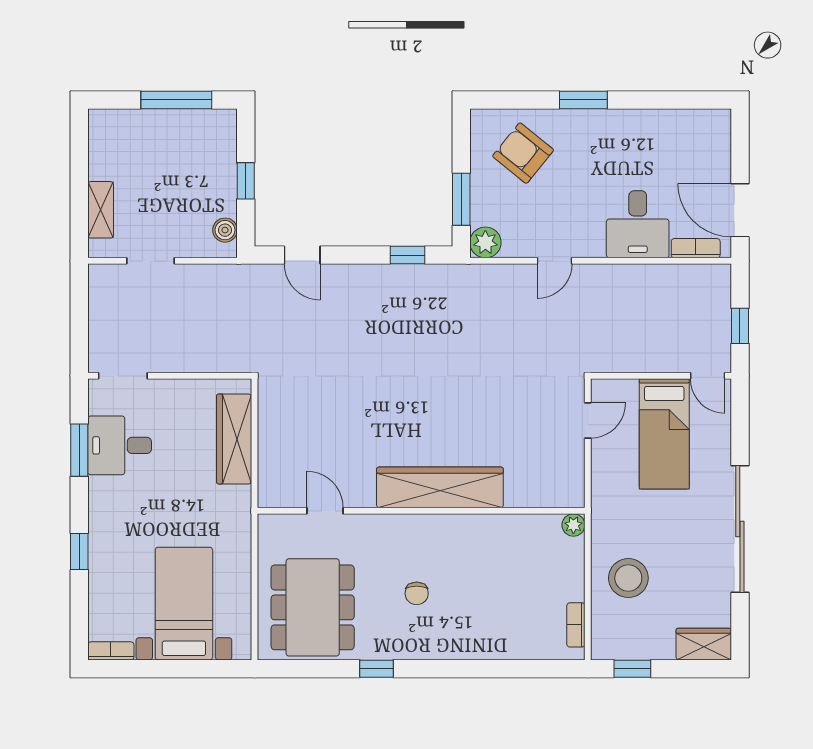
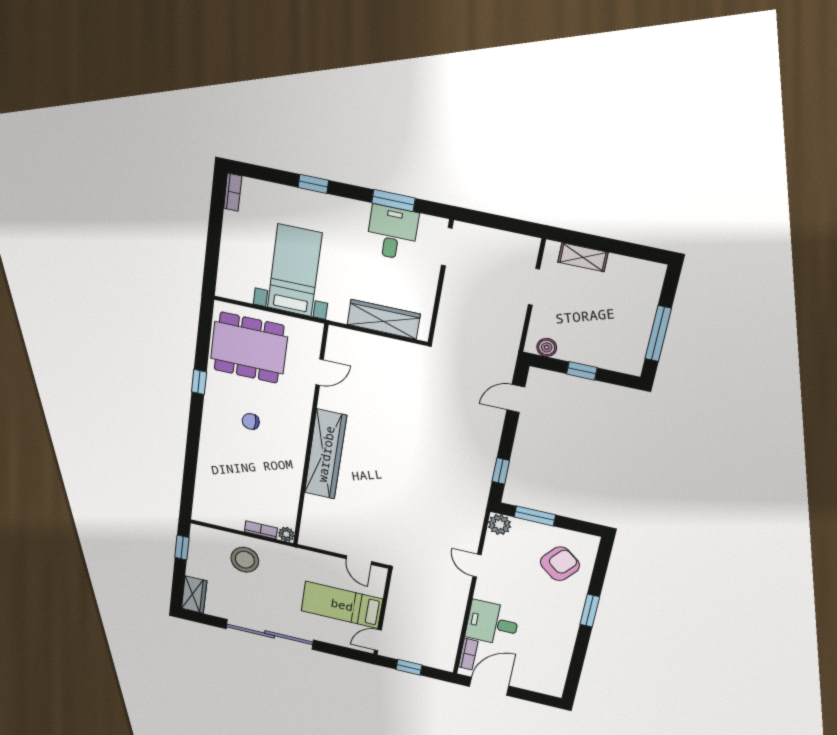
bed with nightstands: (184, 604) -> (295, 270), moved, turned -90
bookcase: (576, 625) -> (261, 530), moved

